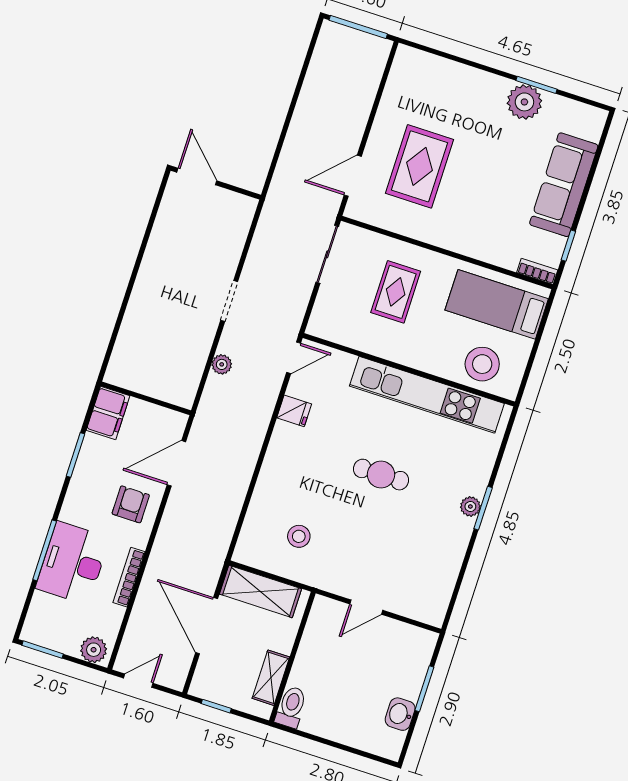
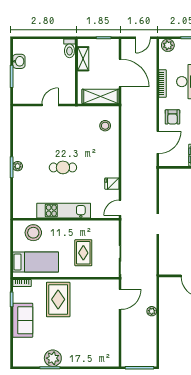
rug: (419, 166) -> (58, 299), moved
sofa: (564, 185) -> (23, 320), width x0.73
plant: (222, 364) -> (152, 311), moved
kitchen unit: (427, 395) -> (64, 211), width x0.73
stool: (299, 536) -> (105, 126), moved

